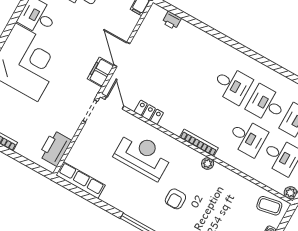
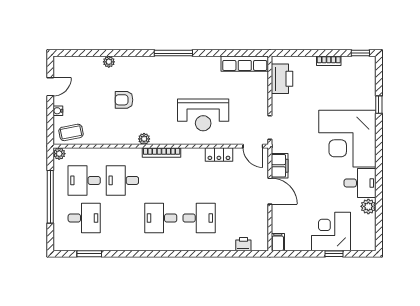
desk: (266, 104) -> (199, 218), moved
armchair: (175, 199) -> (124, 100), moved, turned -90

